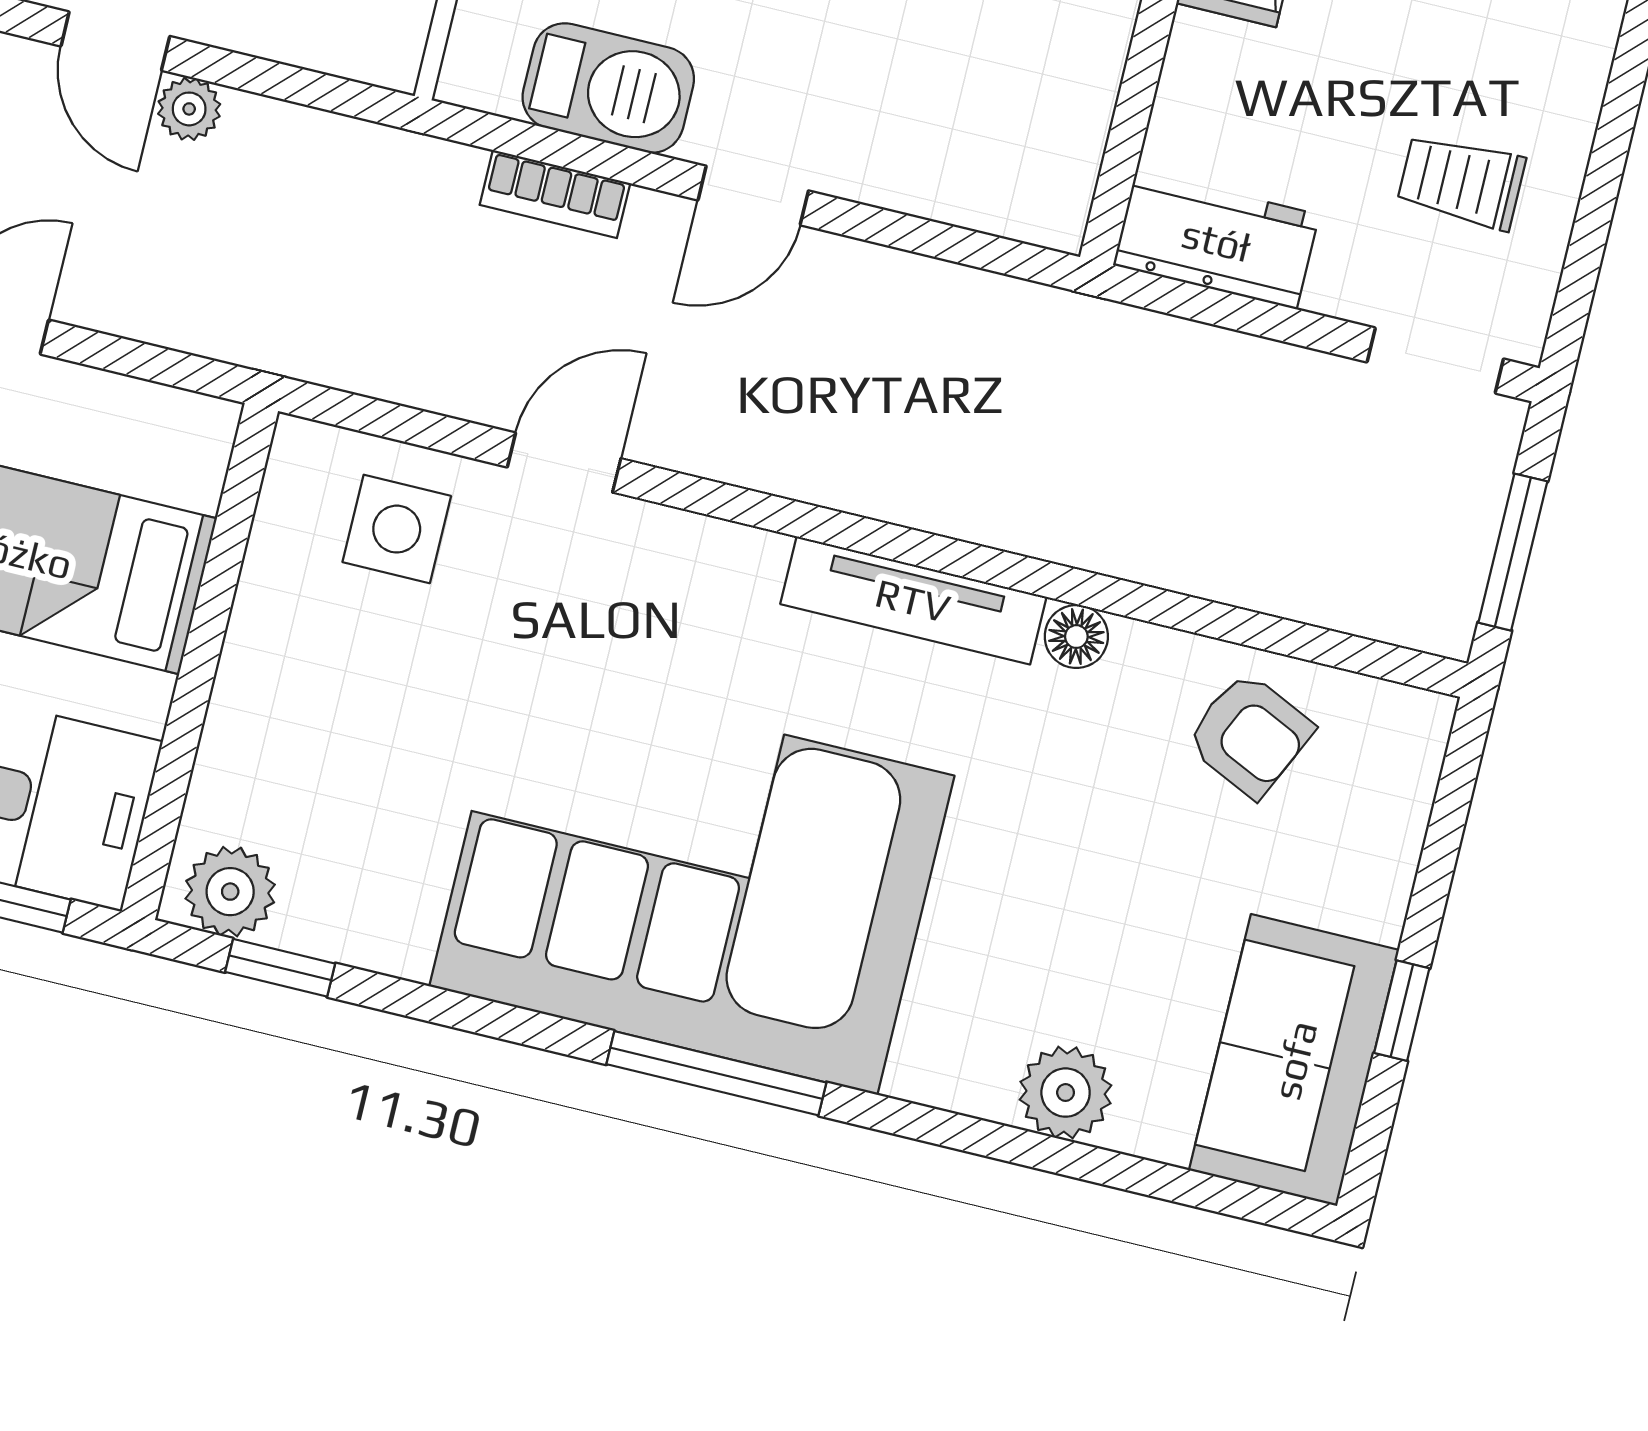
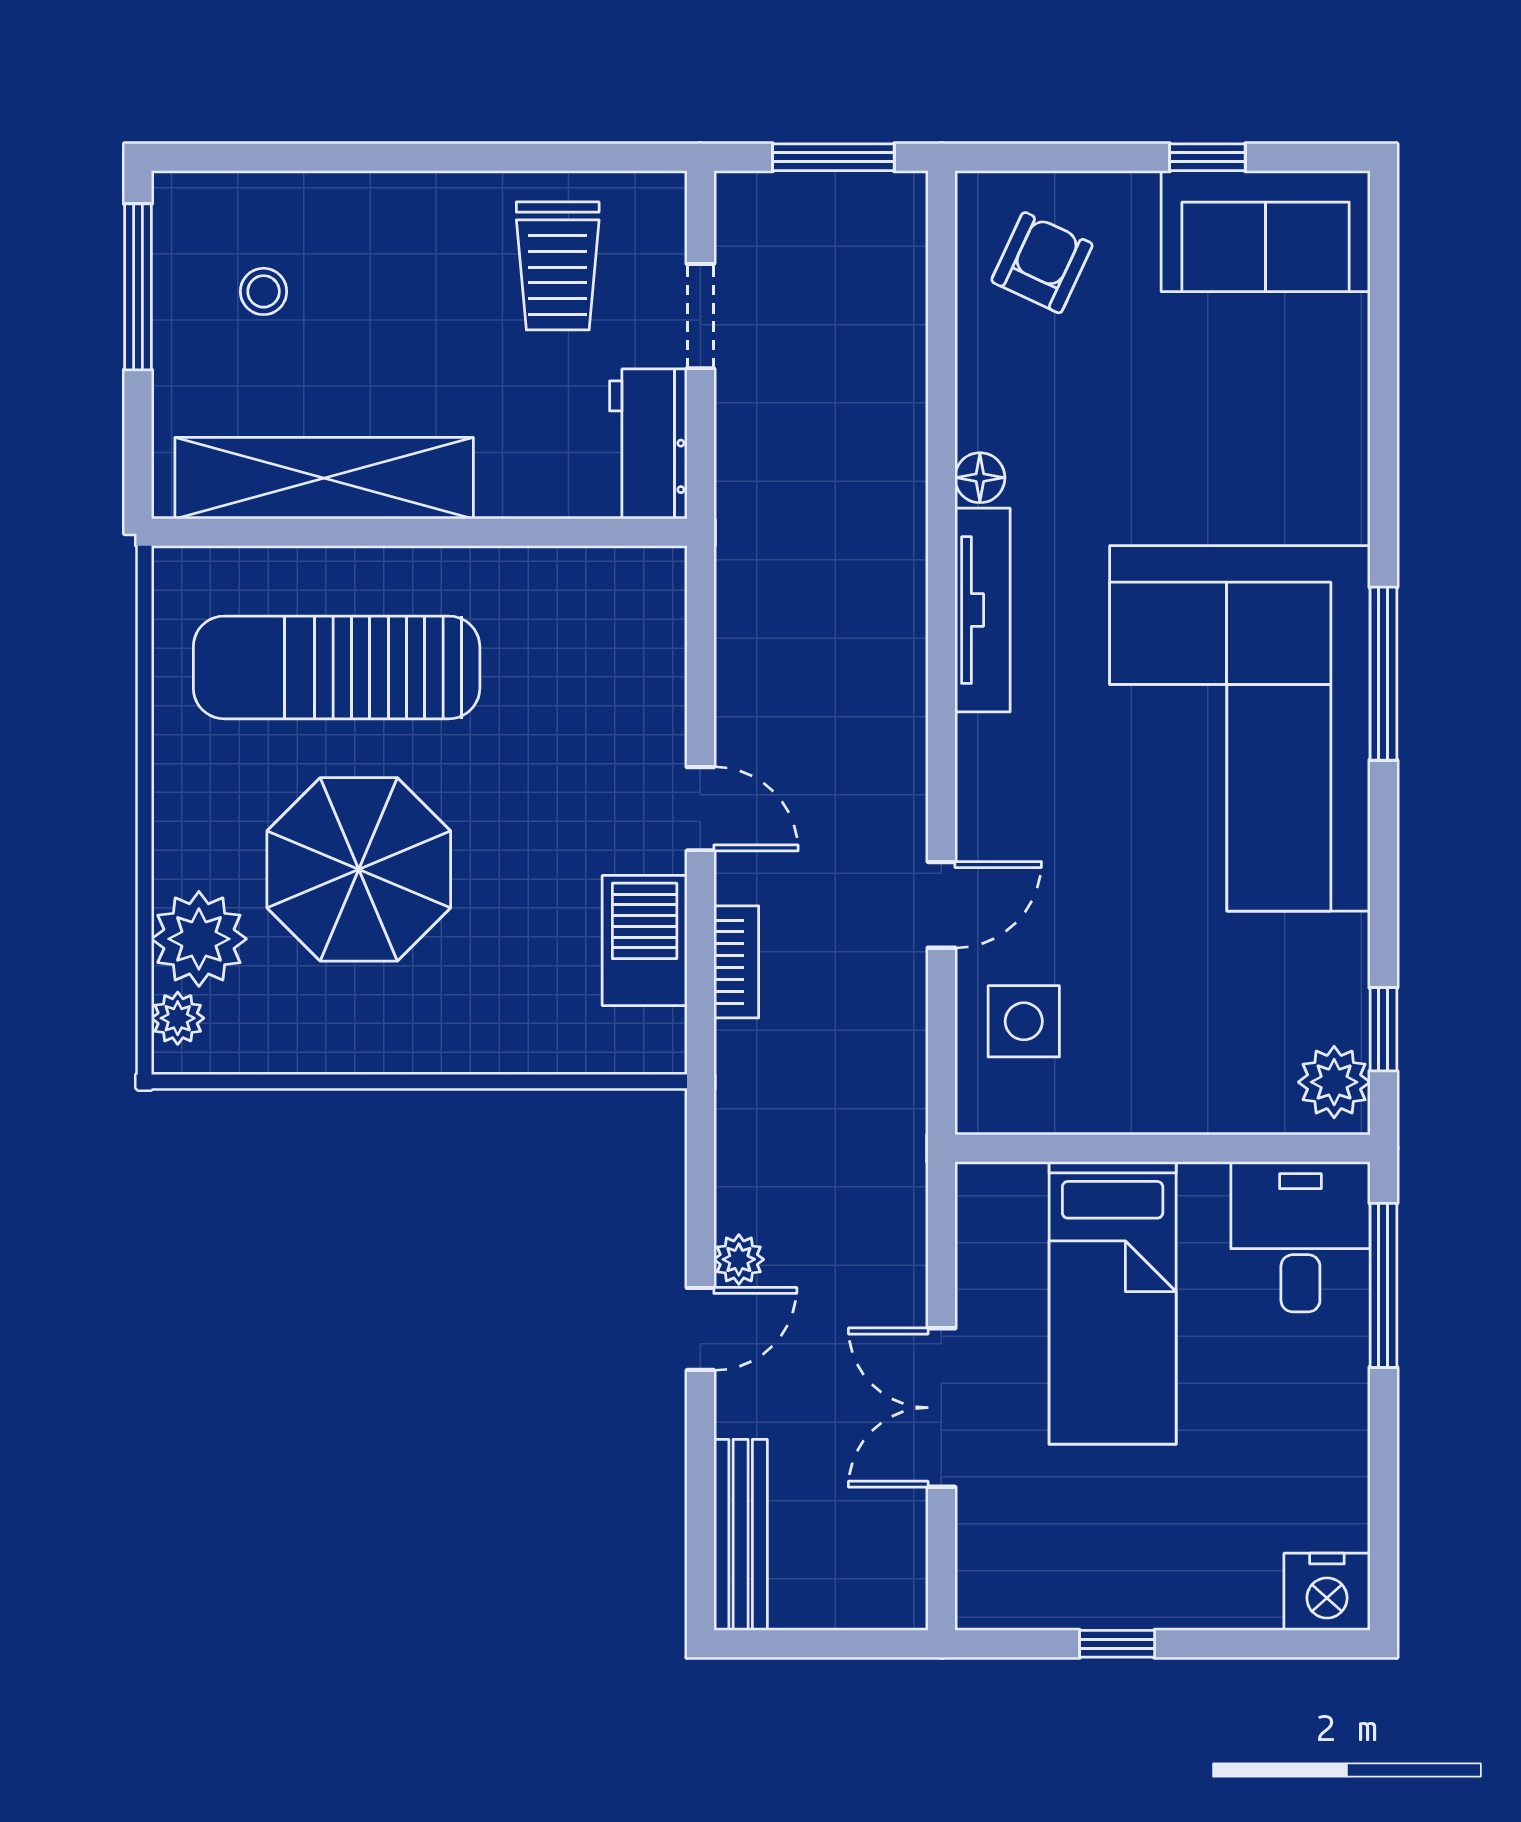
trolley: (1461, 182) -> (558, 266), width x1.36, depth x1.39
doorway: (1435, 361) -> (700, 316), moved
door: (564, 463) -> (941, 905), swing flipped
armchair: (1250, 735) -> (1042, 263), moved
plant: (1066, 1093) -> (1333, 401), removed

